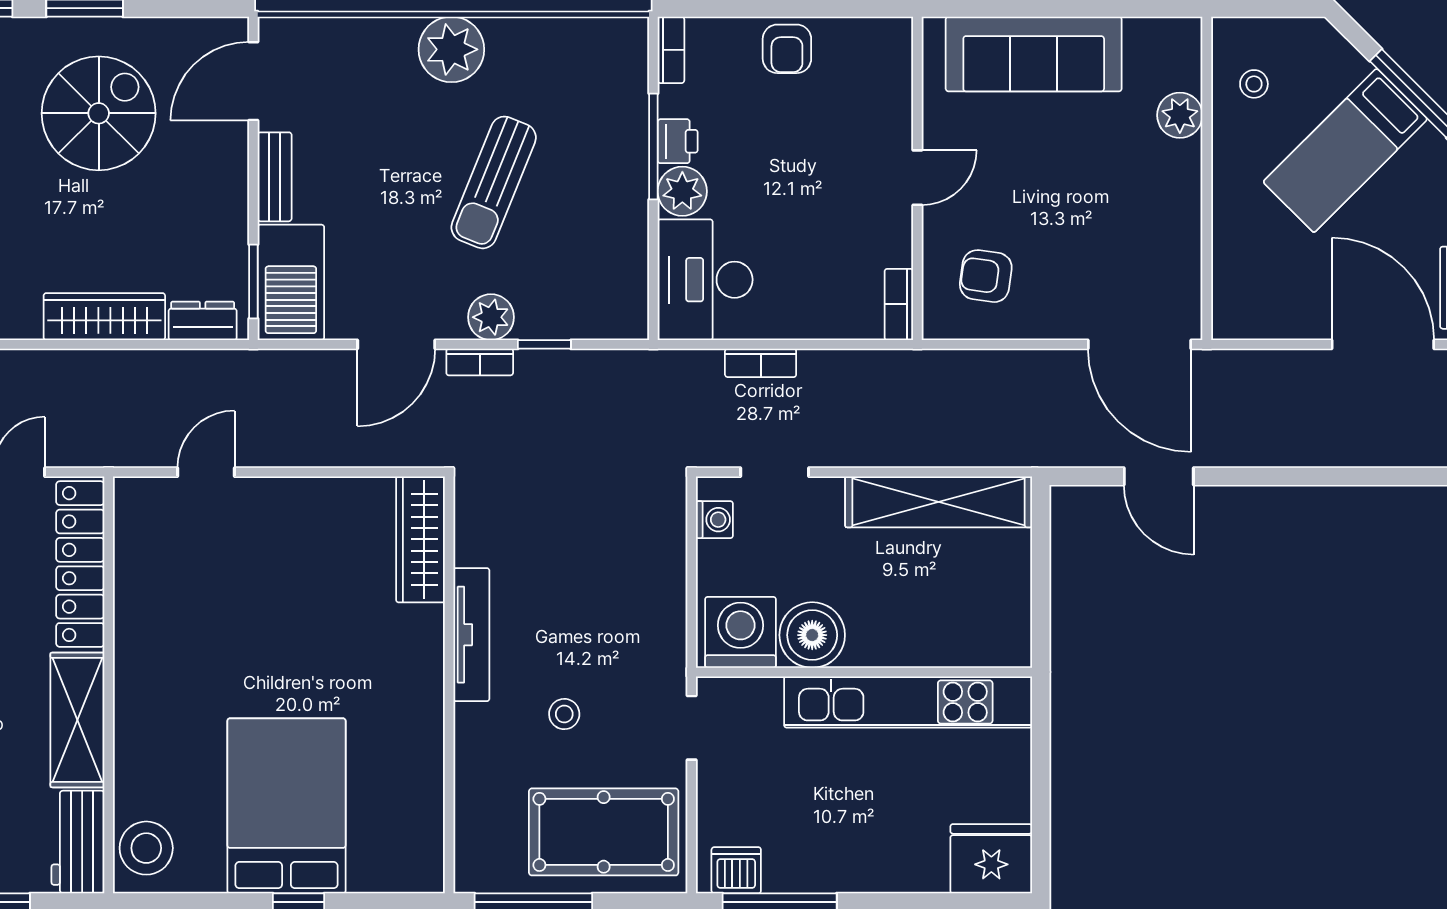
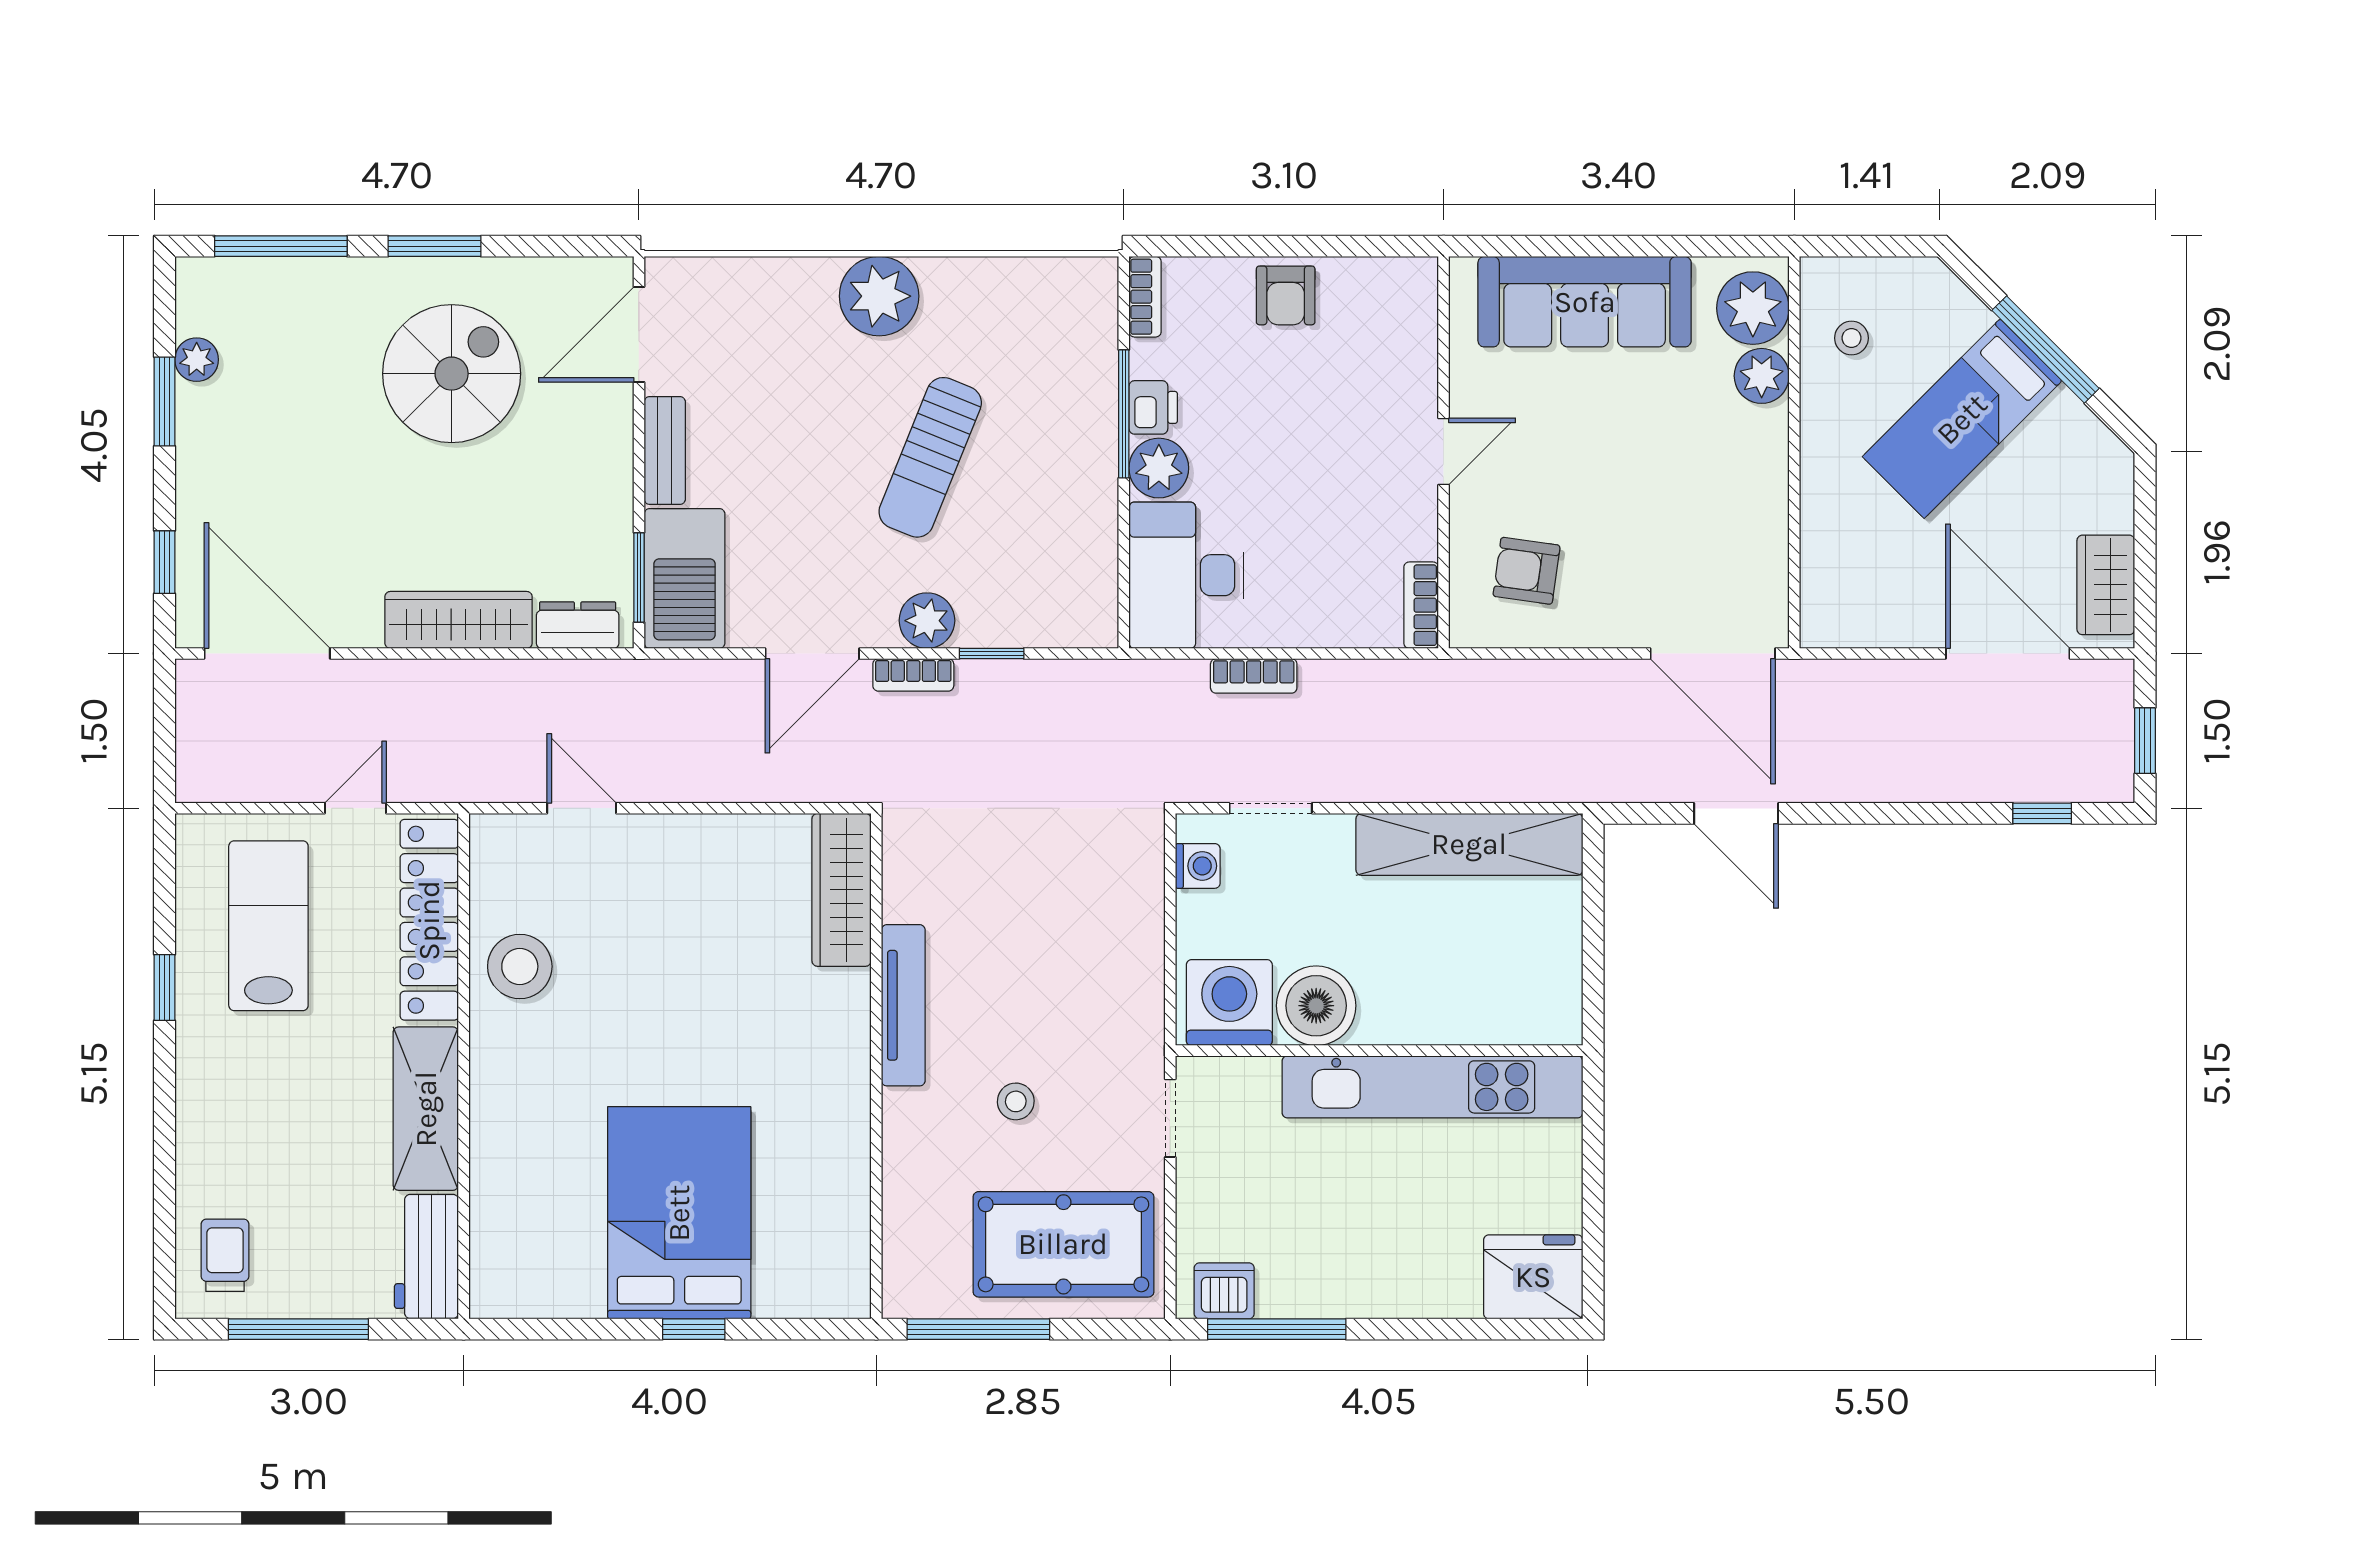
plant: (1173, 59) -> (1753, 308), added
door: (206, 472) -> (582, 808), hinge flipped
window: (1411, 476) -> (2042, 813), added
stool: (146, 848) -> (520, 966), moved

